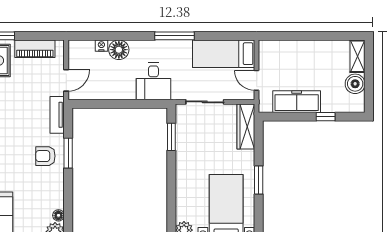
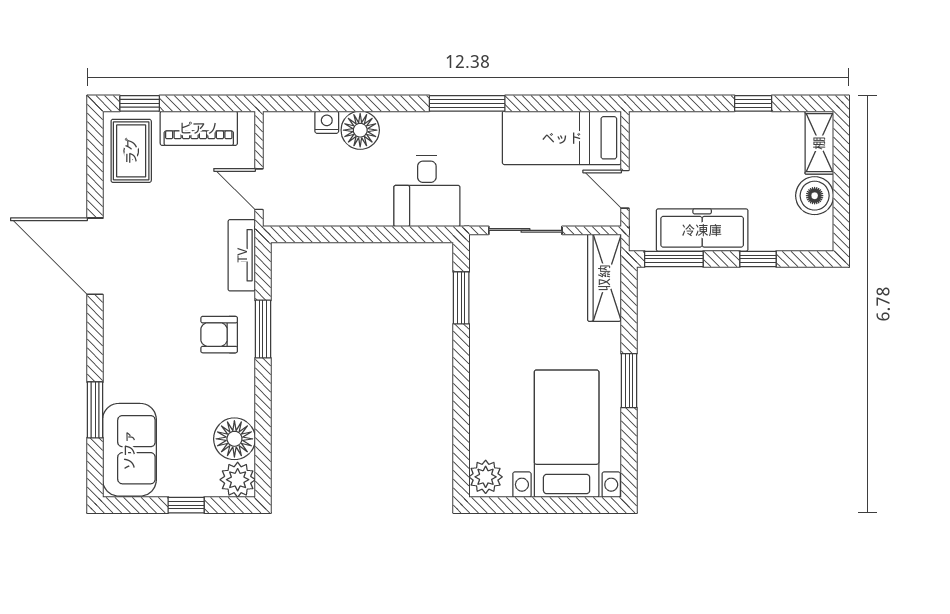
window: (323, 36) -> (753, 103), added
door: (66, 80) -> (259, 189), swing flipped
window: (282, 117) -> (674, 259), added
floor lamp: (58, 215) -> (234, 439), width x1.89, depth x1.89

